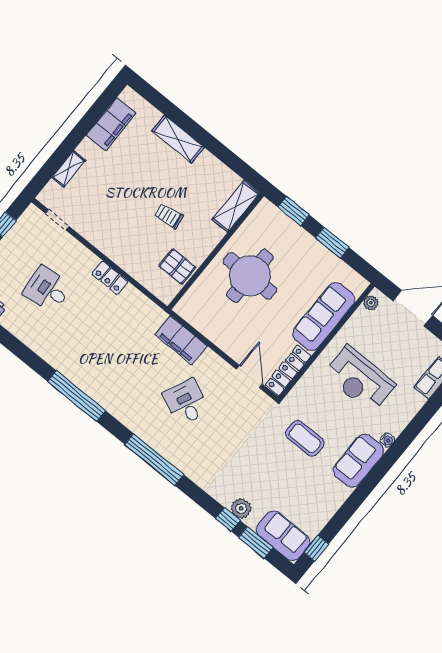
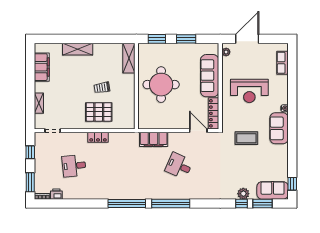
pallet: (177, 267) -> (99, 112), moved, width x1.50, depth x1.42
window: (154, 460) -> (171, 204), moved

